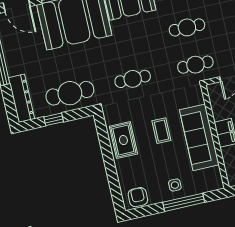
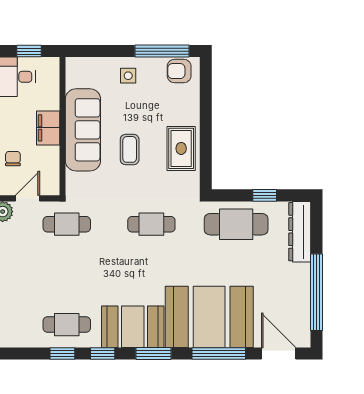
cafe table: (187, 27) -> (67, 274), removed
armchair: (138, 197) -> (179, 71), turned 90
window: (184, 202) -> (162, 51), moved

